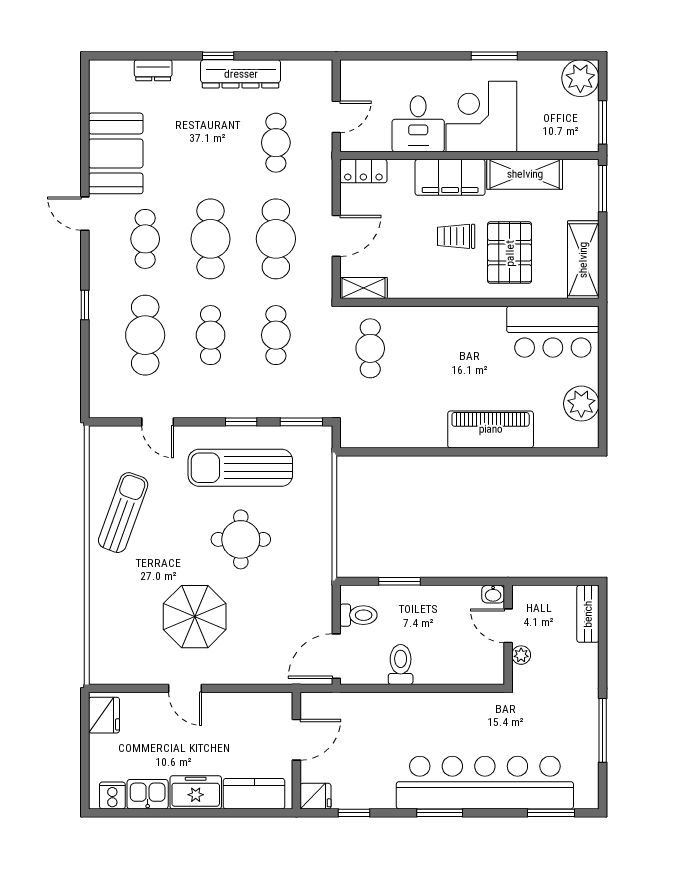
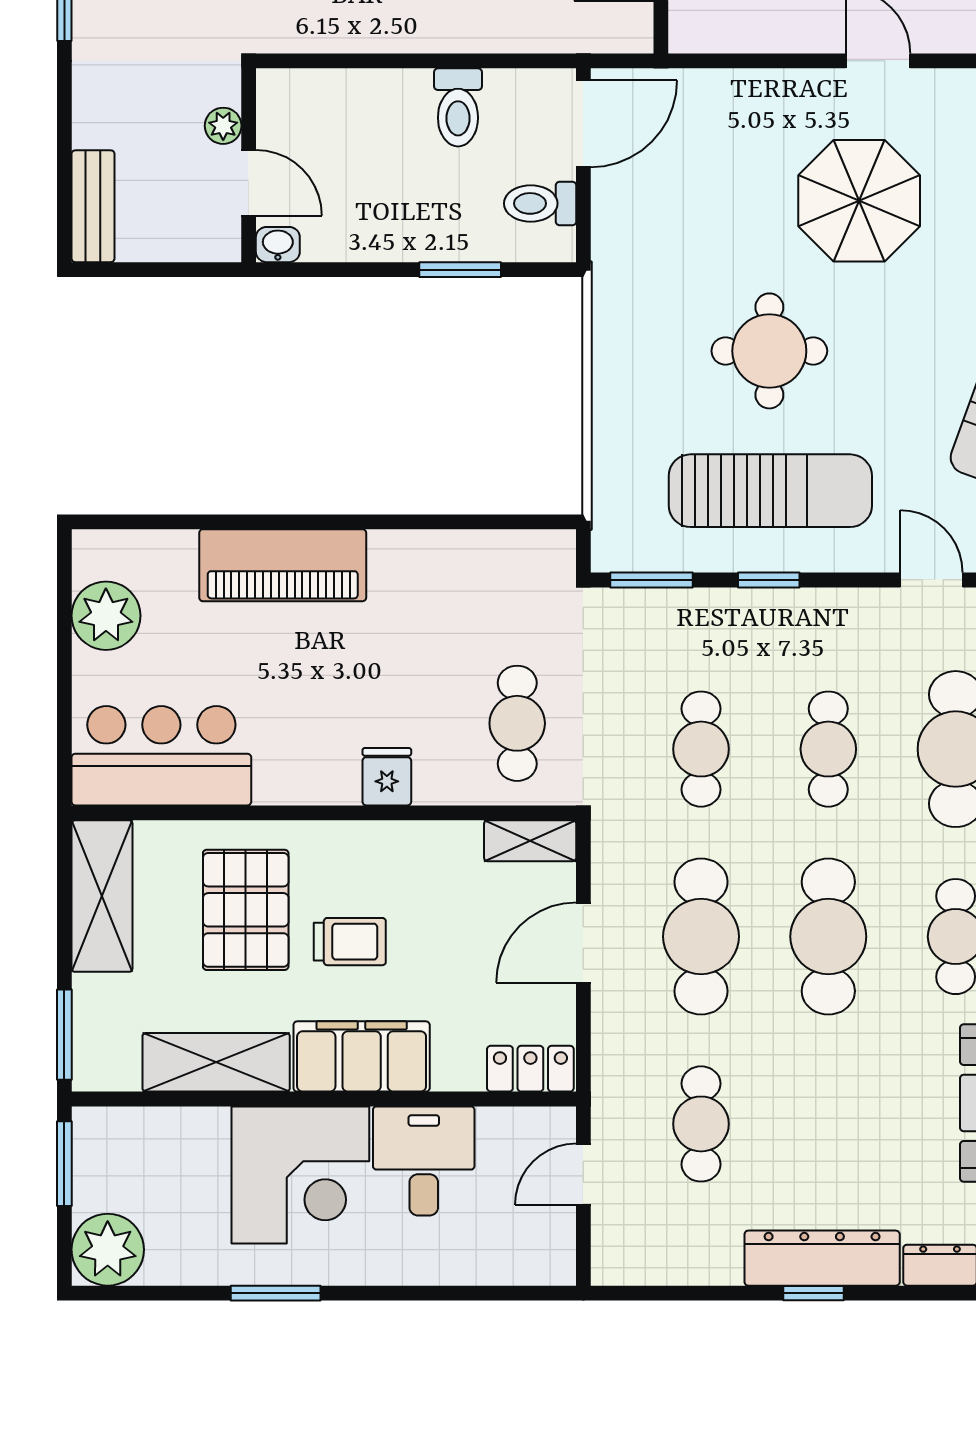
dresser: (241, 74) -> (822, 1258), moved
fridge: (437, 321) -> (387, 777), added

